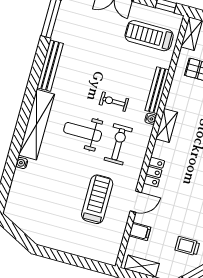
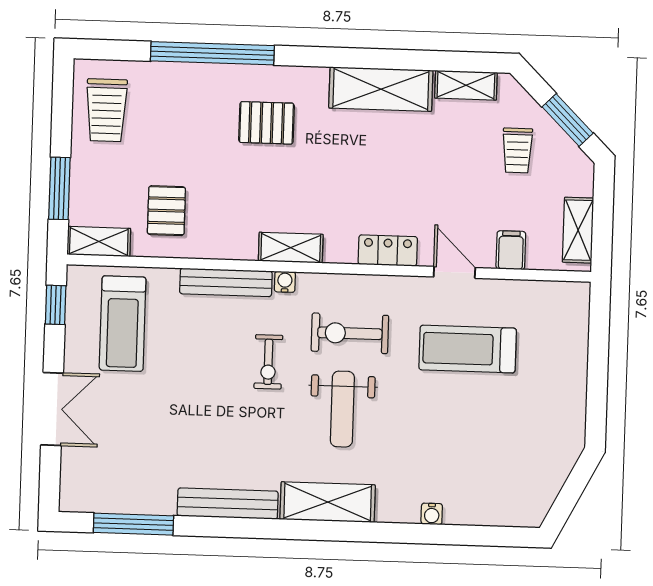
shelving: (37, 125) -> (328, 502), width x0.68

